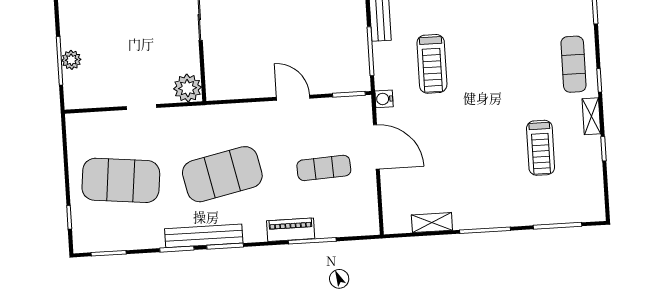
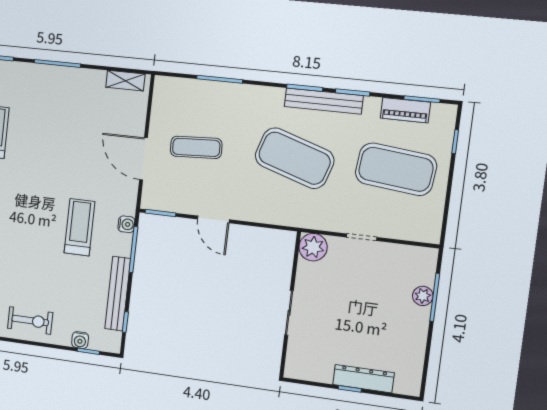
water cooler: (384, 99) -> (126, 224), moved
exercise mat: (222, 174) -> (294, 158), turned 30
shelving: (432, 223) -> (125, 81), moved
piano: (291, 230) -> (405, 110), moved

